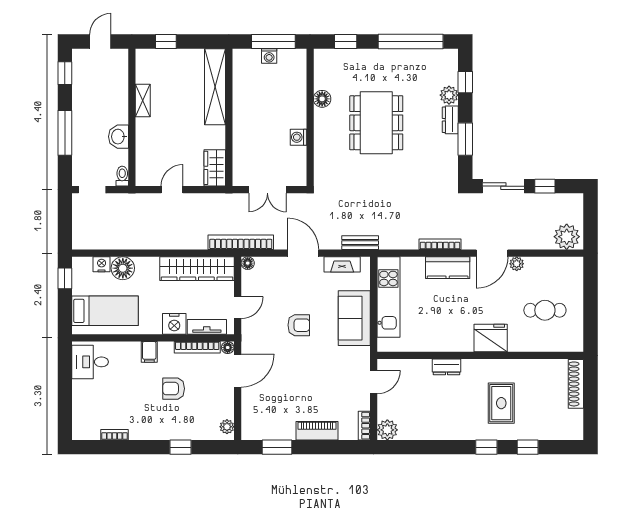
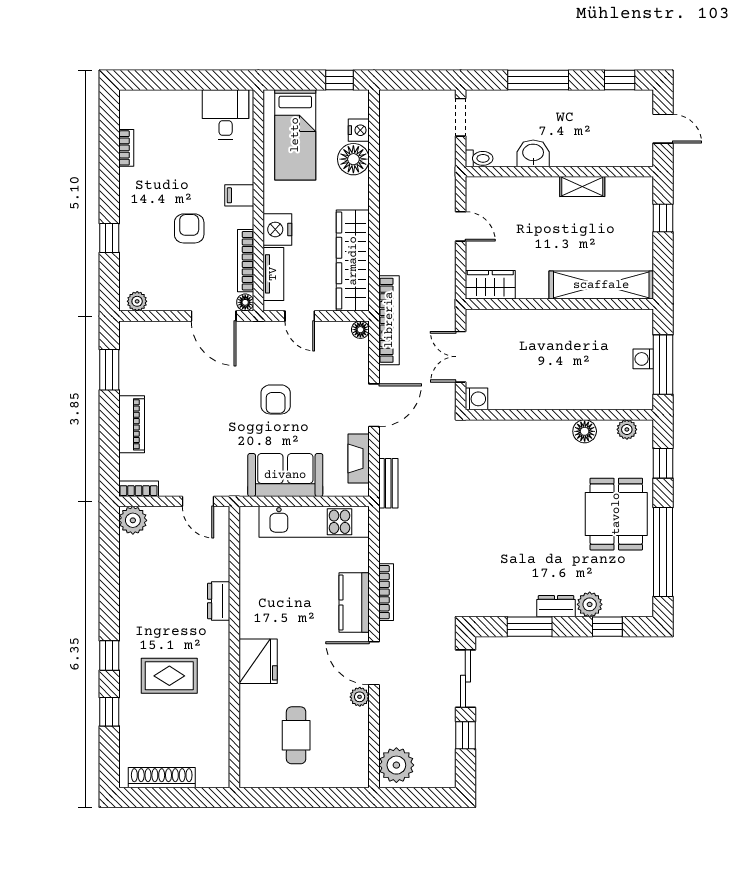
plant: (321, 68) -> (627, 429), added
dining table: (376, 123) -> (616, 514), moved, width x0.73
washing machine: (298, 137) -> (477, 399), moved, turned 90
shoe rack: (576, 384) -> (162, 778), moved

